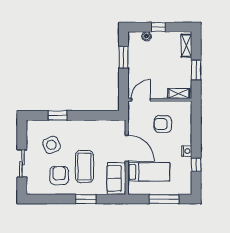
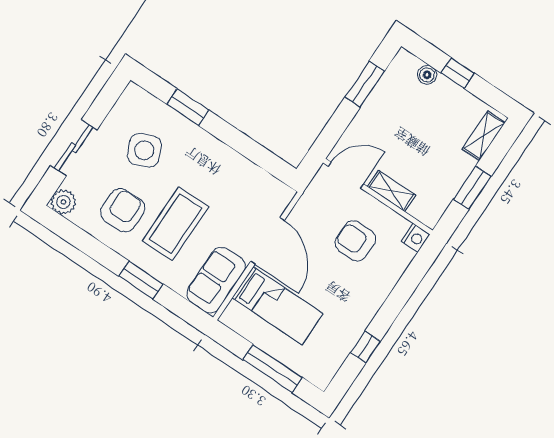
shelving: (179, 94) -> (391, 191), moved
nightstand: (187, 151) -> (416, 238), moved
plant: (33, 188) -> (63, 202), added

